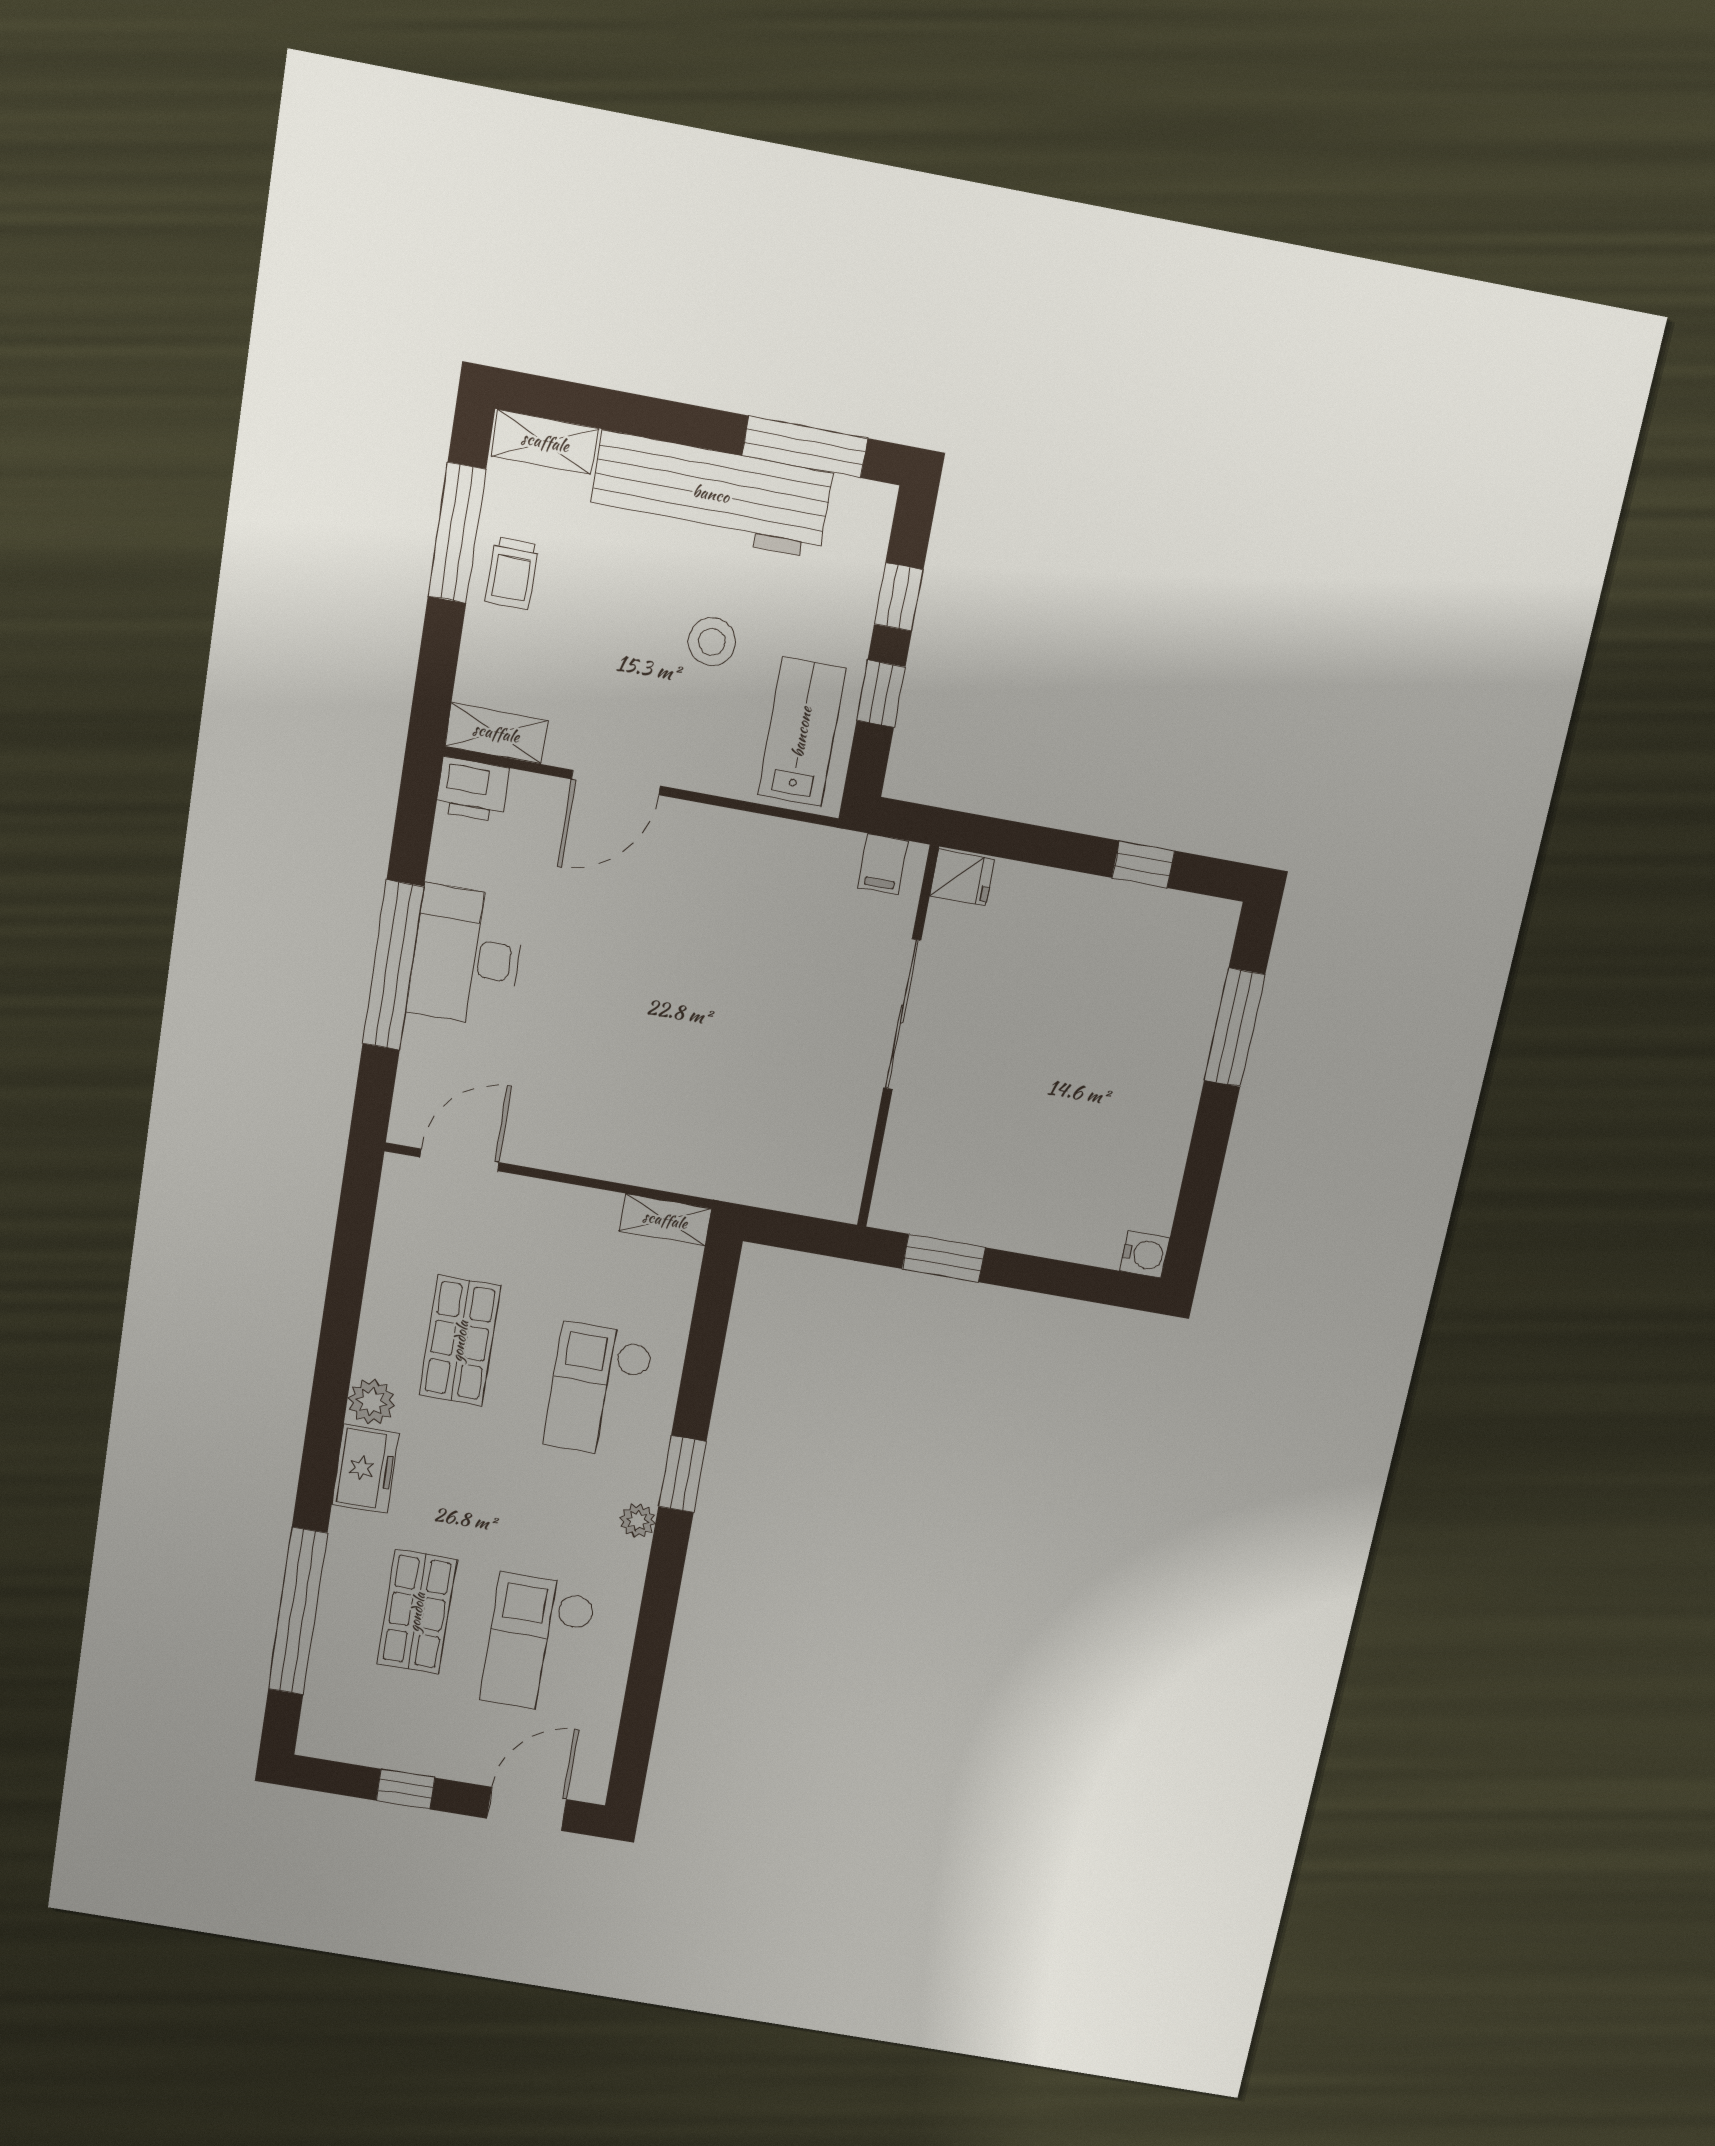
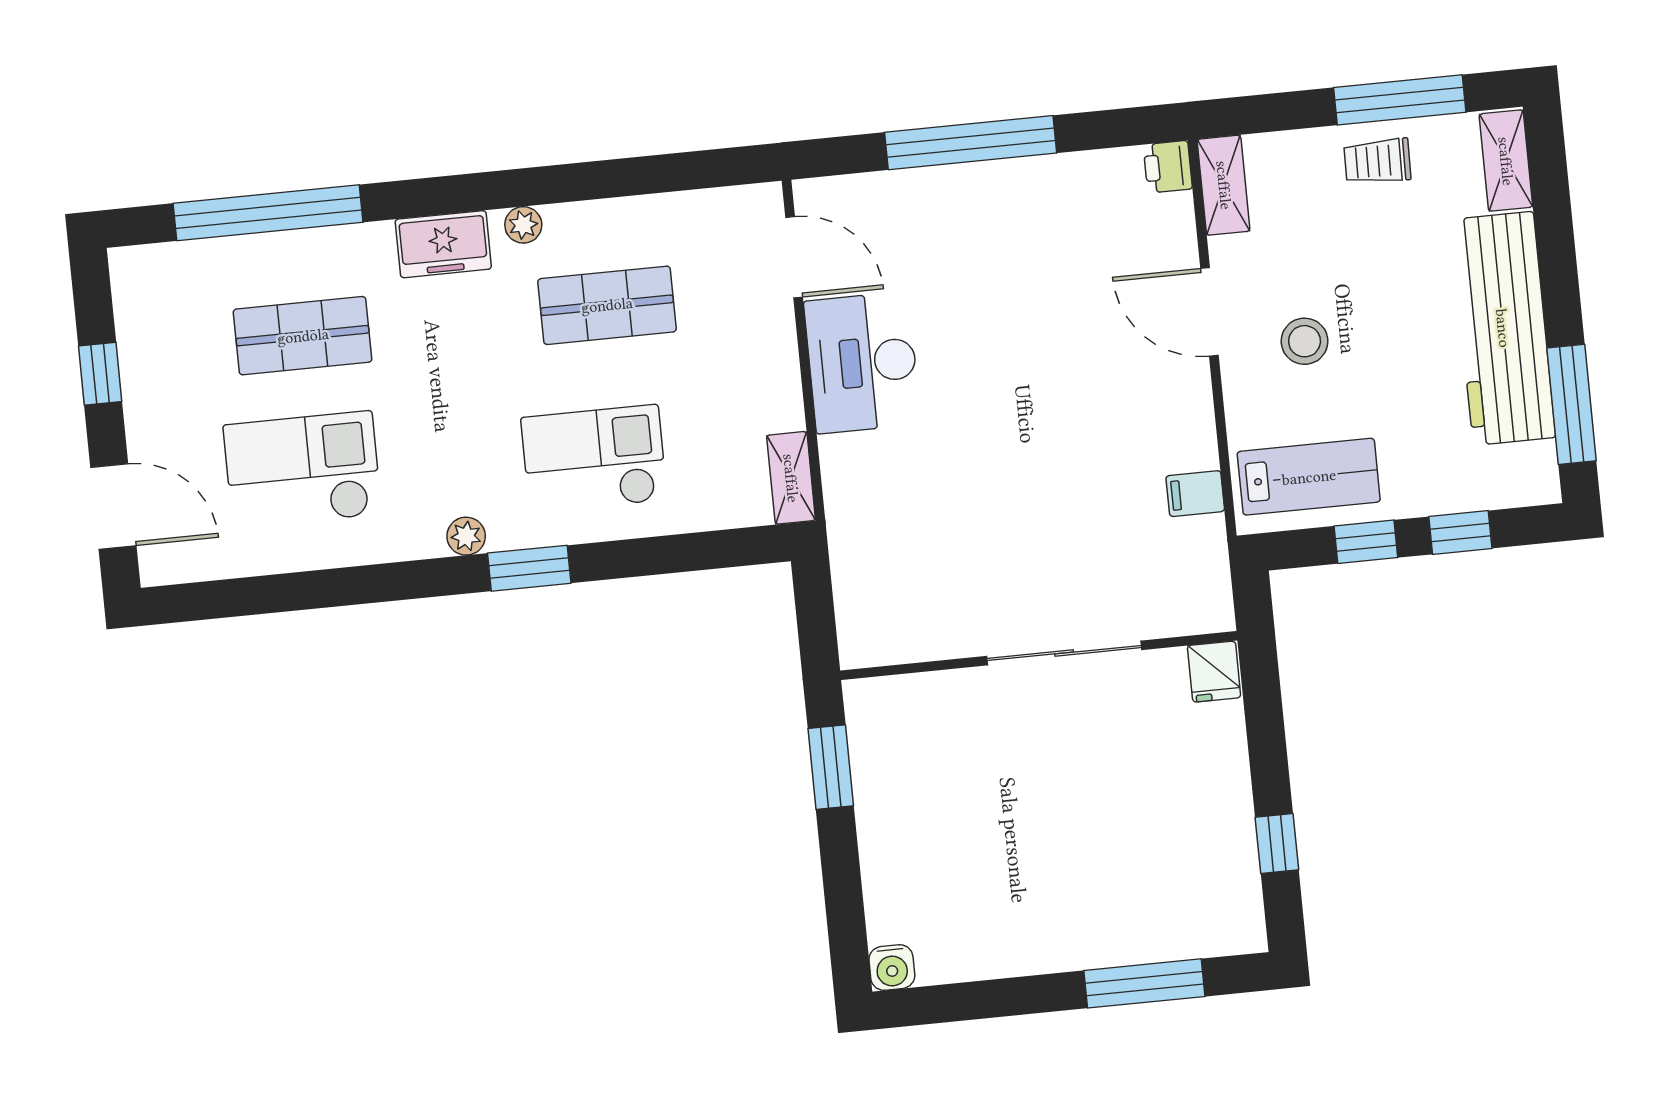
stool: (712, 642) -> (1305, 341), moved
printer: (473, 790) -> (1168, 167), width x0.73, depth x0.81
filing cabinet: (883, 864) -> (1195, 494), moved
desk: (466, 956) -> (862, 363), moved, turned -90
plant: (371, 1402) -> (523, 225), width x0.73, depth x0.73

